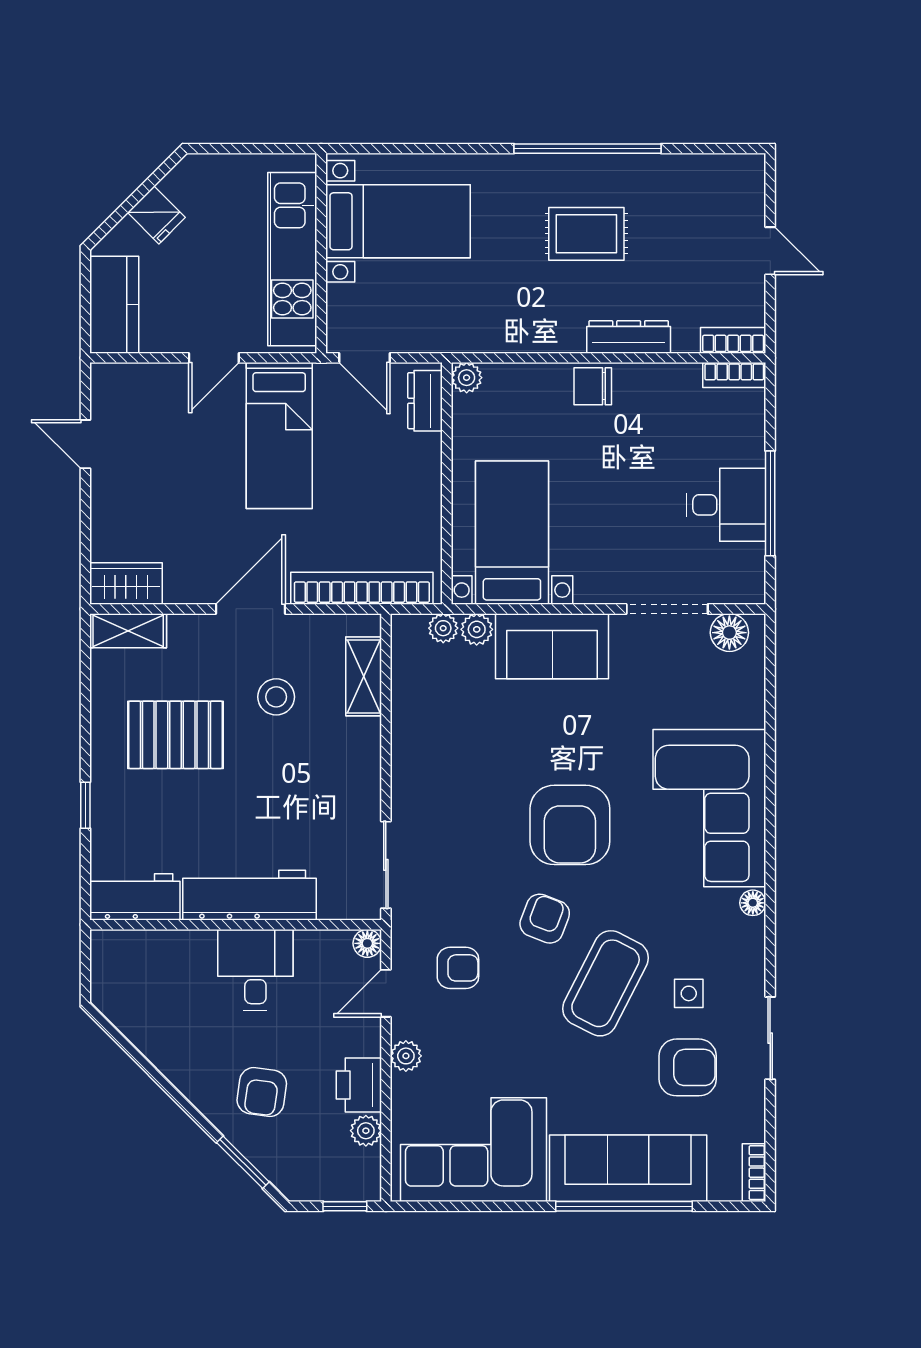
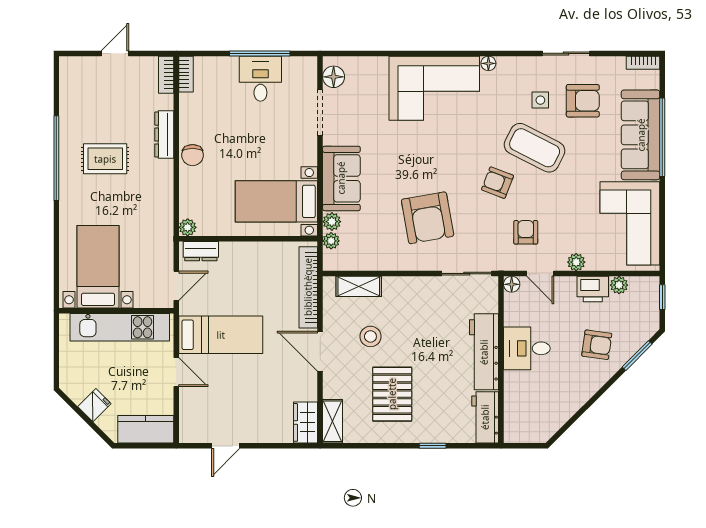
rug: (586, 234) -> (105, 159), turned 90
armchair: (570, 825) -> (428, 218), moved, turned 80
armchair: (688, 1067) -> (583, 101), turned 90

